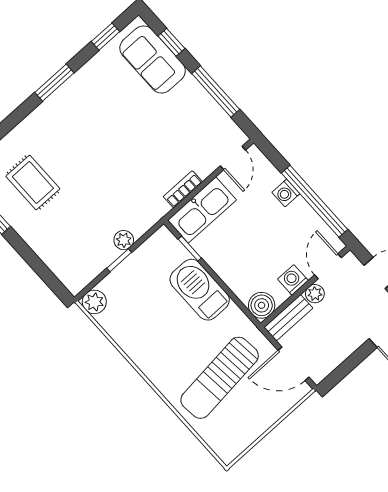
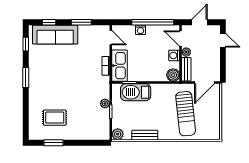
sofa: (153, 59) -> (55, 35), width x1.36
window: (216, 92) -> (81, 22), width x0.69
barbecue: (200, 290) -> (136, 92), moved
bench: (130, 345) -> (145, 135), added

